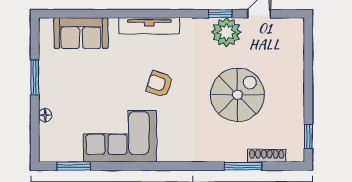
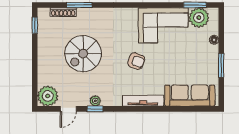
plant: (226, 32) -> (95, 101), width x0.53, depth x0.53
sofa: (81, 33) -> (190, 96), width x1.36
plant: (289, 33) -> (48, 96), added
plant: (67, 148) -> (199, 18), added

